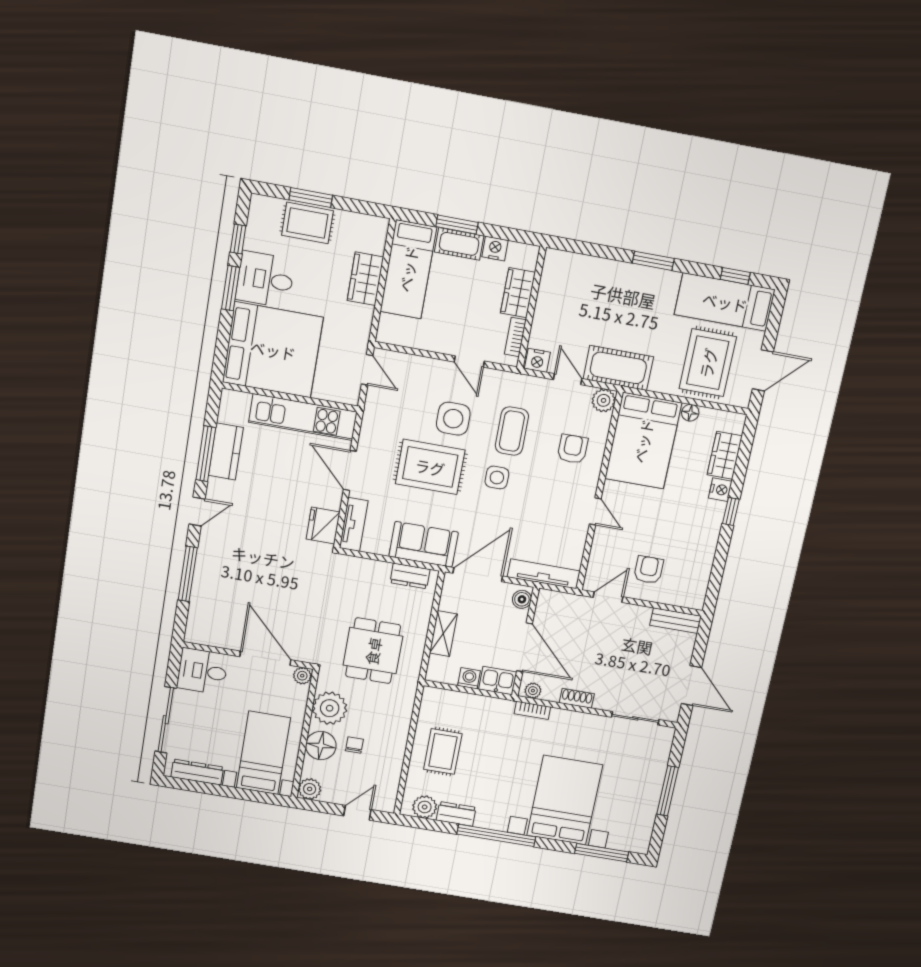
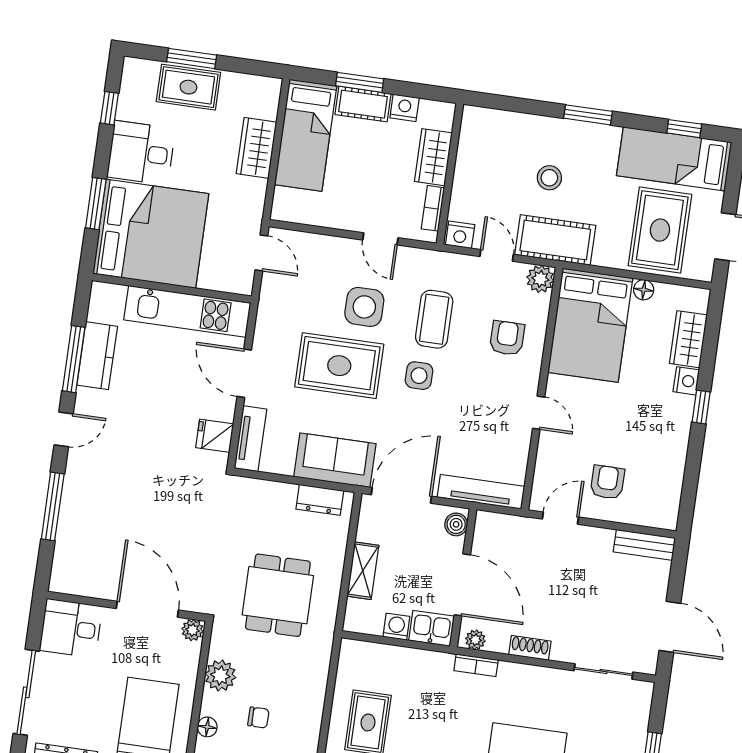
window: (231, 288) -> (96, 204), moved
stool: (617, 314) -> (549, 178), added
fridge: (323, 526) -> (215, 436), width x0.72
plant: (330, 708) -> (220, 676), width x0.73, depth x0.73
chair: (354, 745) -> (258, 717), turned 90
floor lamp: (321, 746) -> (207, 727), width x0.53, depth x0.53

